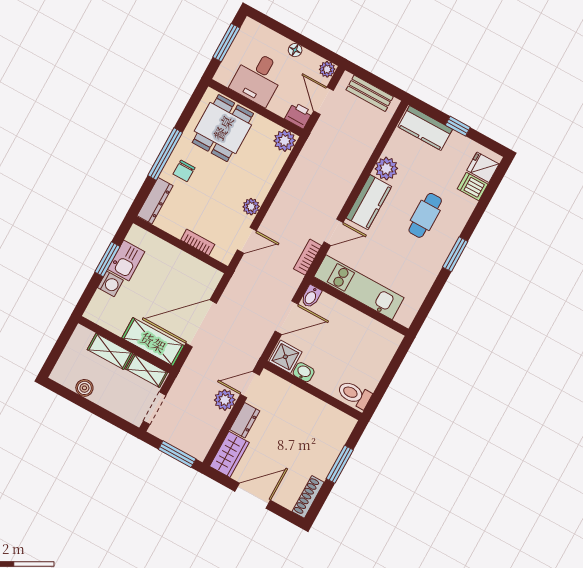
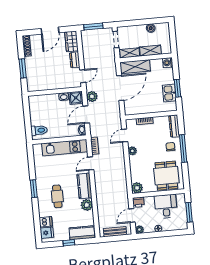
door: (324, 101) -> (132, 215), swing flipped
washing machine: (110, 284) -> (168, 63), moved
toilet: (354, 394) -> (39, 130), moved
plant: (225, 400) -> (92, 96), moved

